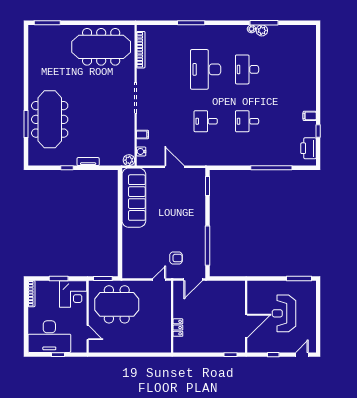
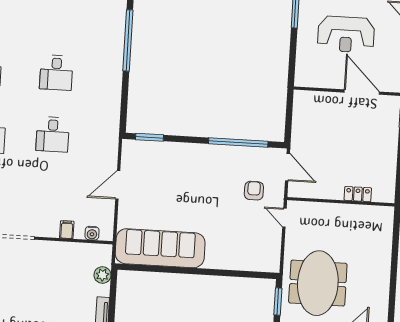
plant: (129, 160) -> (102, 275), moved

